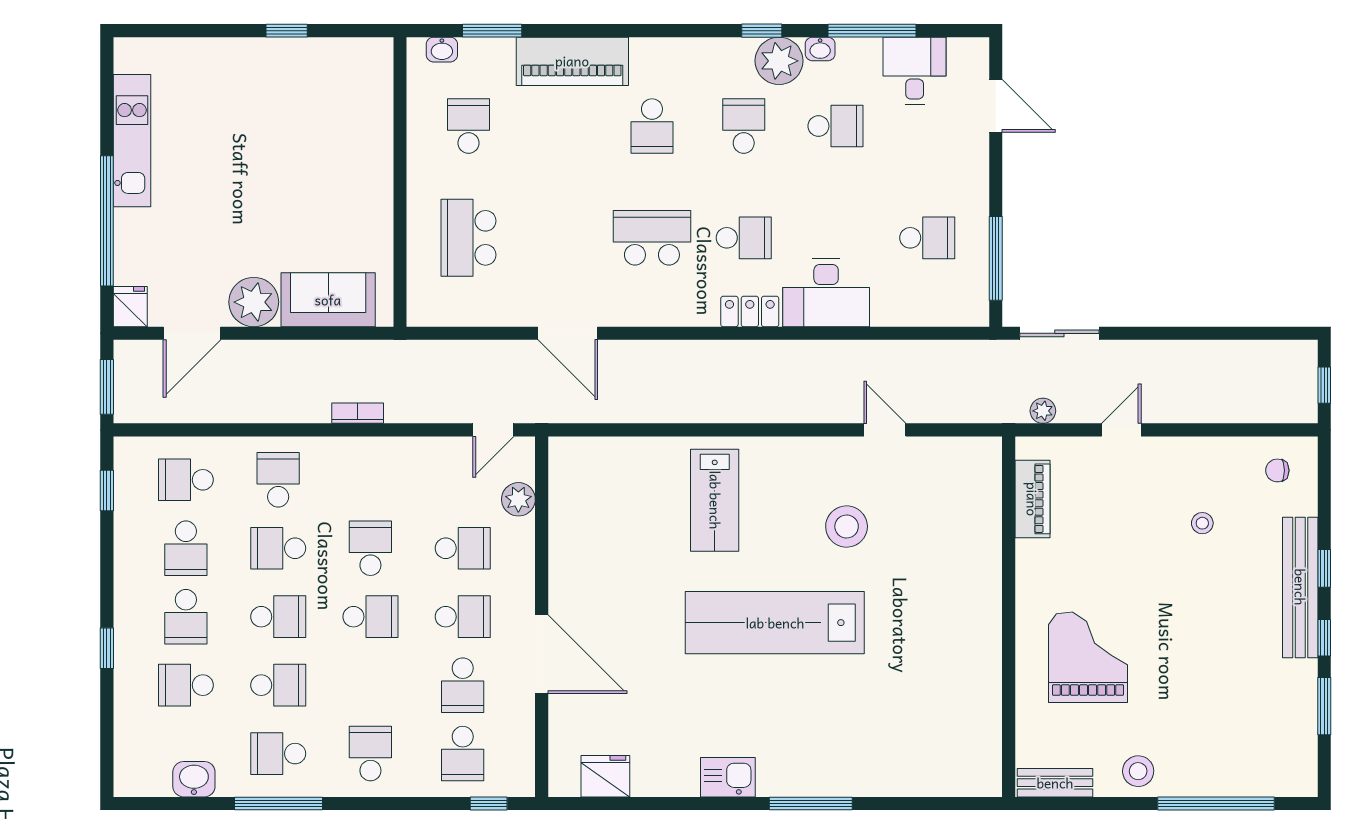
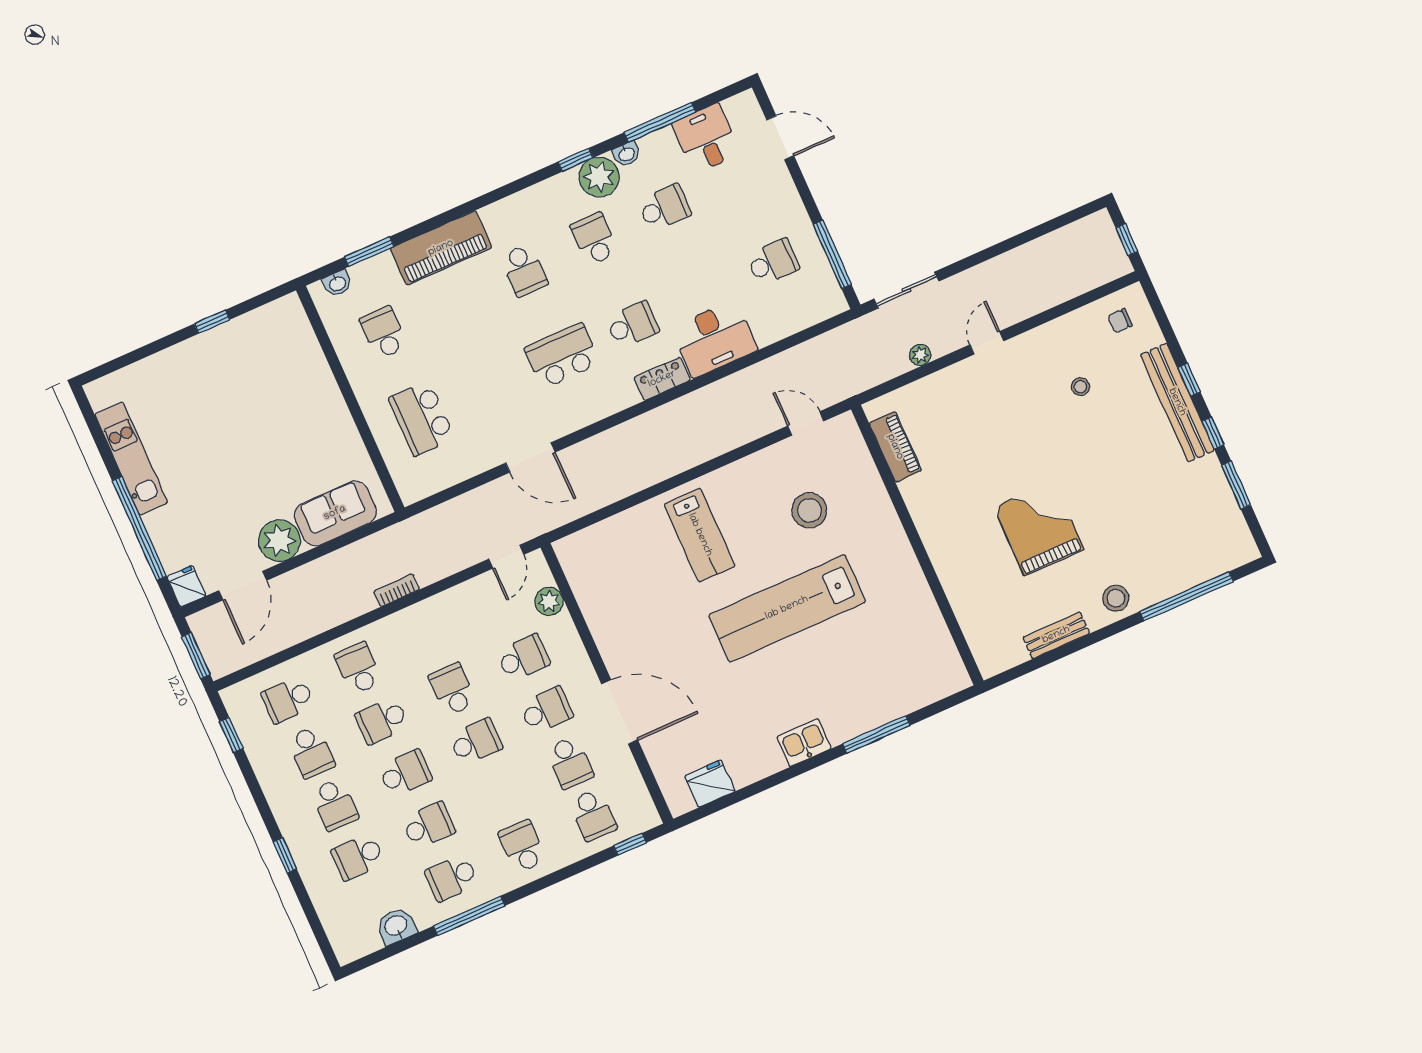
piano: (1032, 499) -> (895, 447), moved
wall: (1009, 617) -> (917, 545), moved

